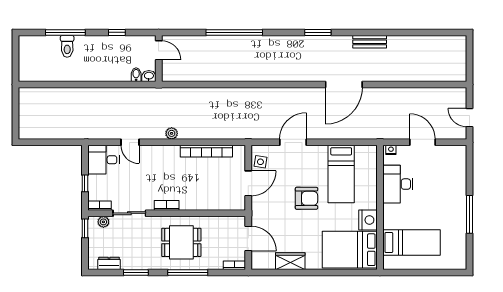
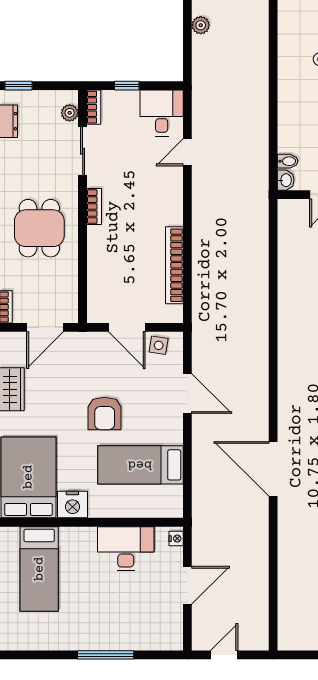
plant: (172, 133) -> (201, 25), moved
window: (470, 214) -> (106, 655), moved
window: (85, 228) -> (18, 86), moved

